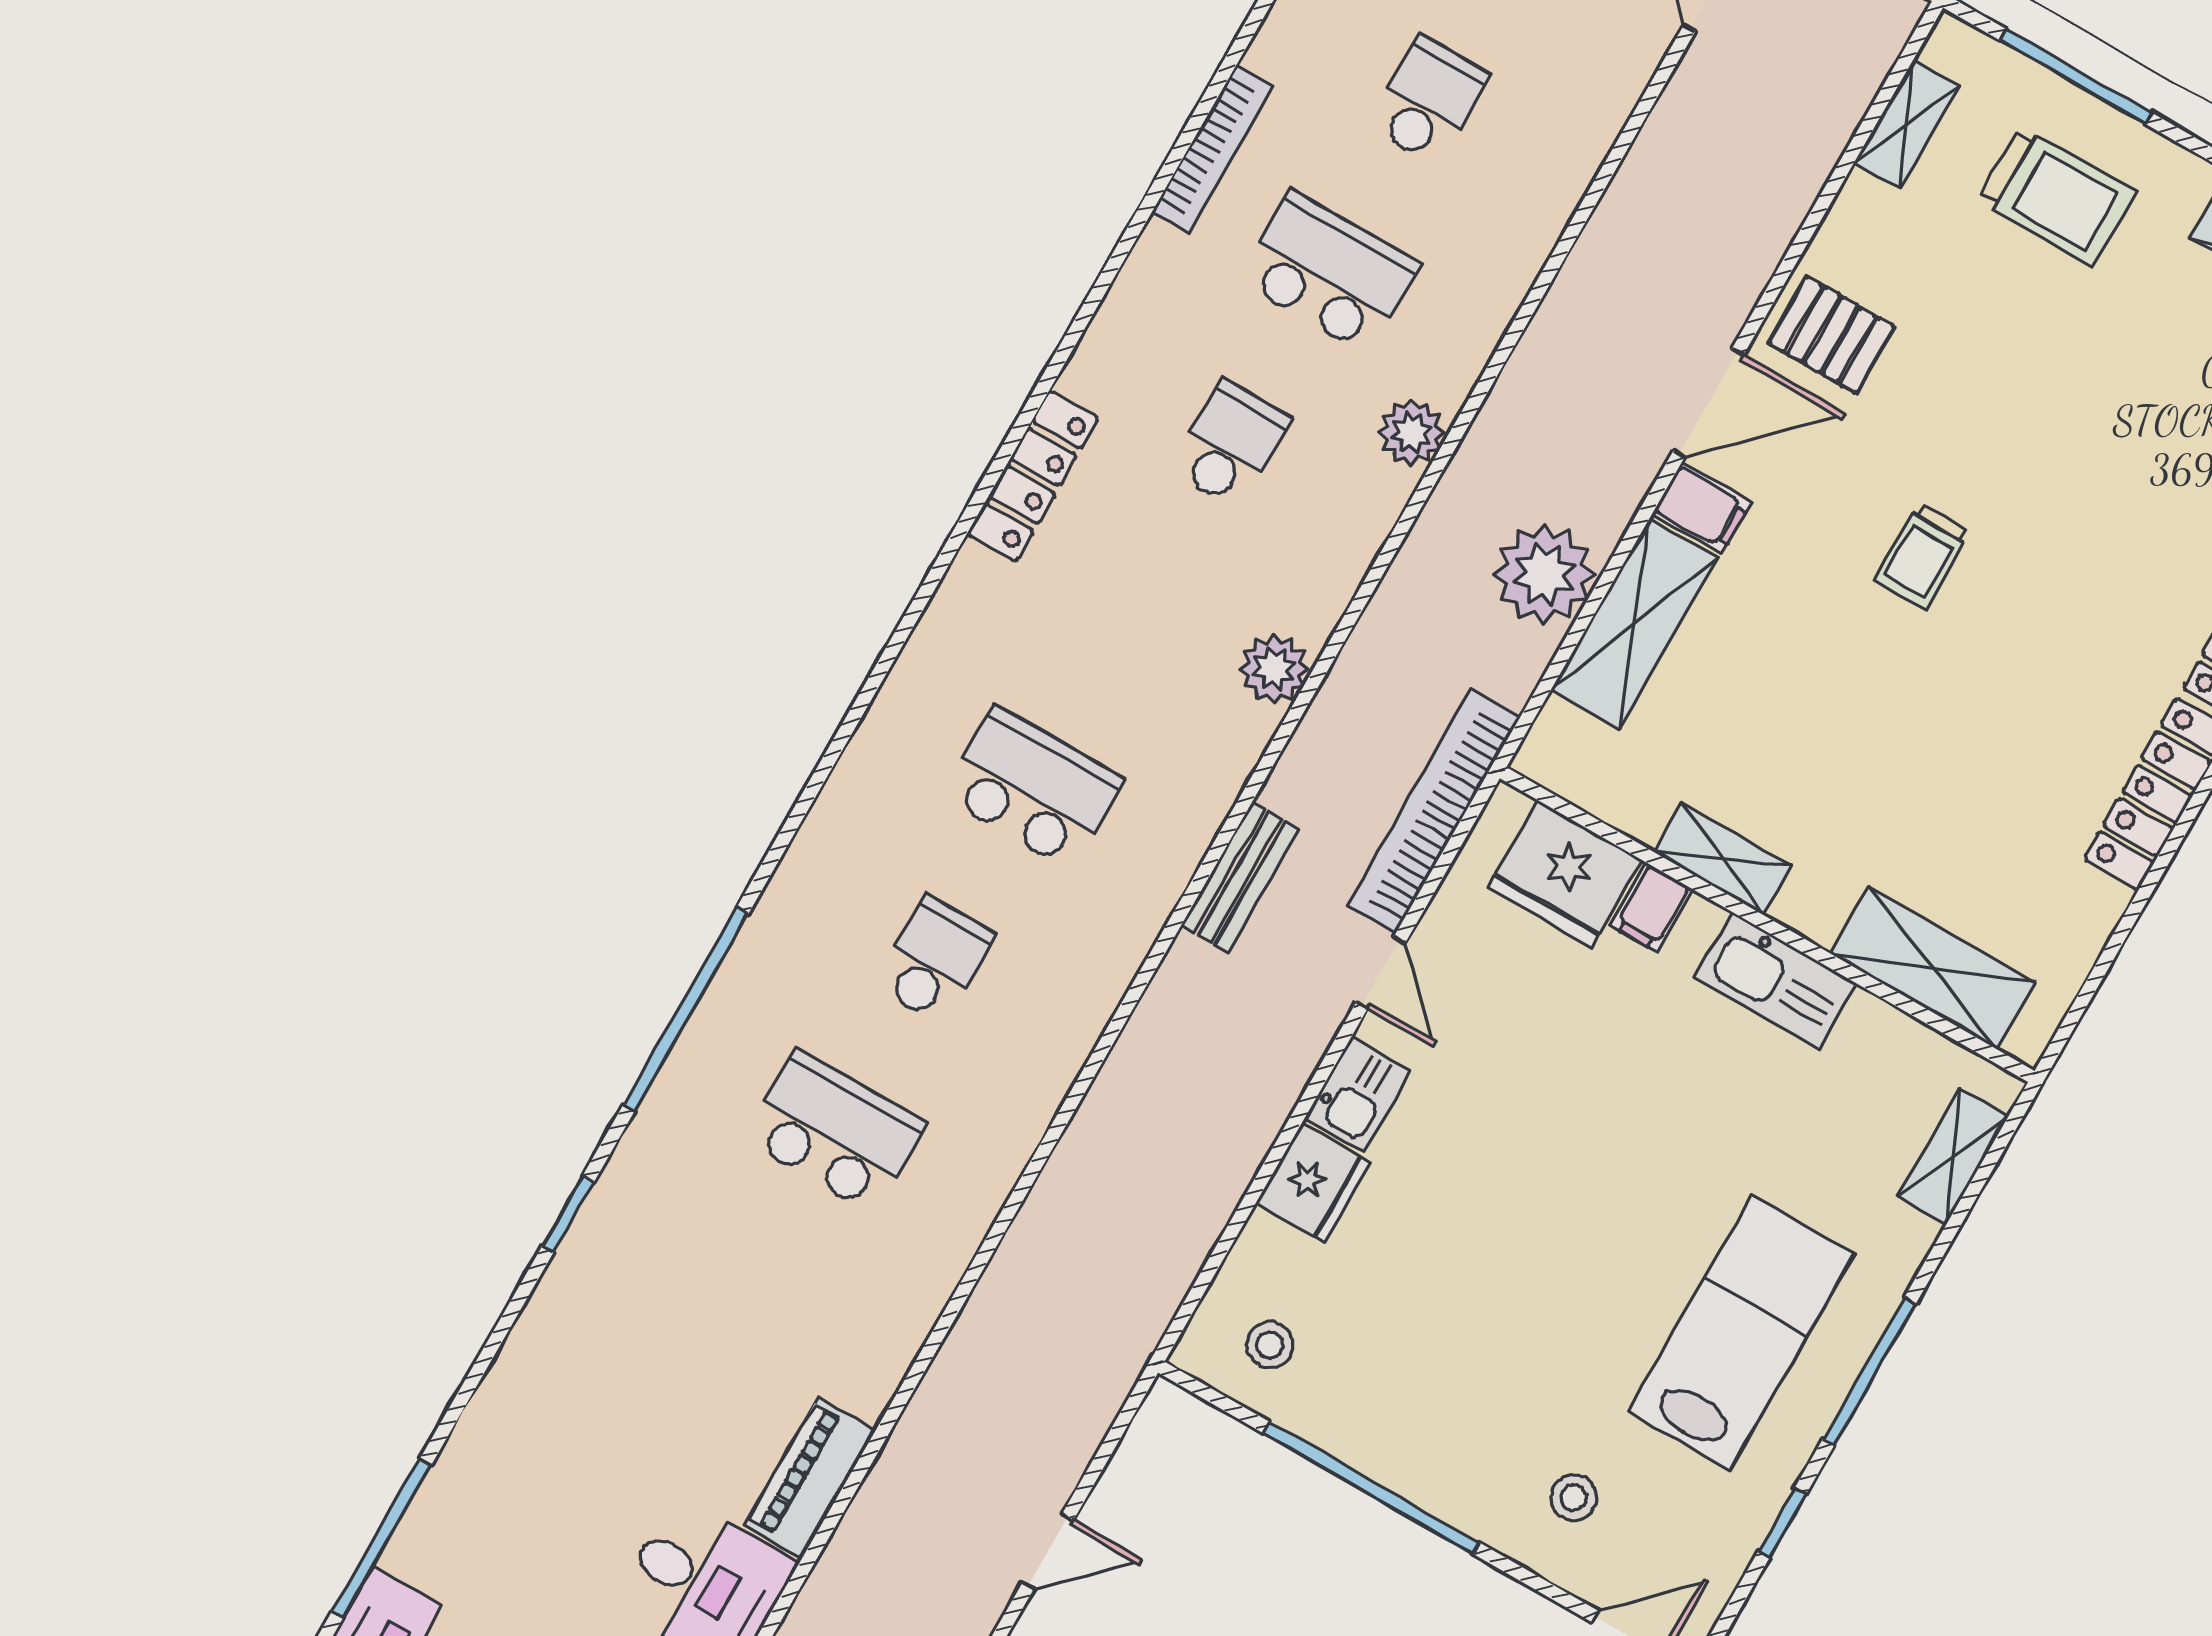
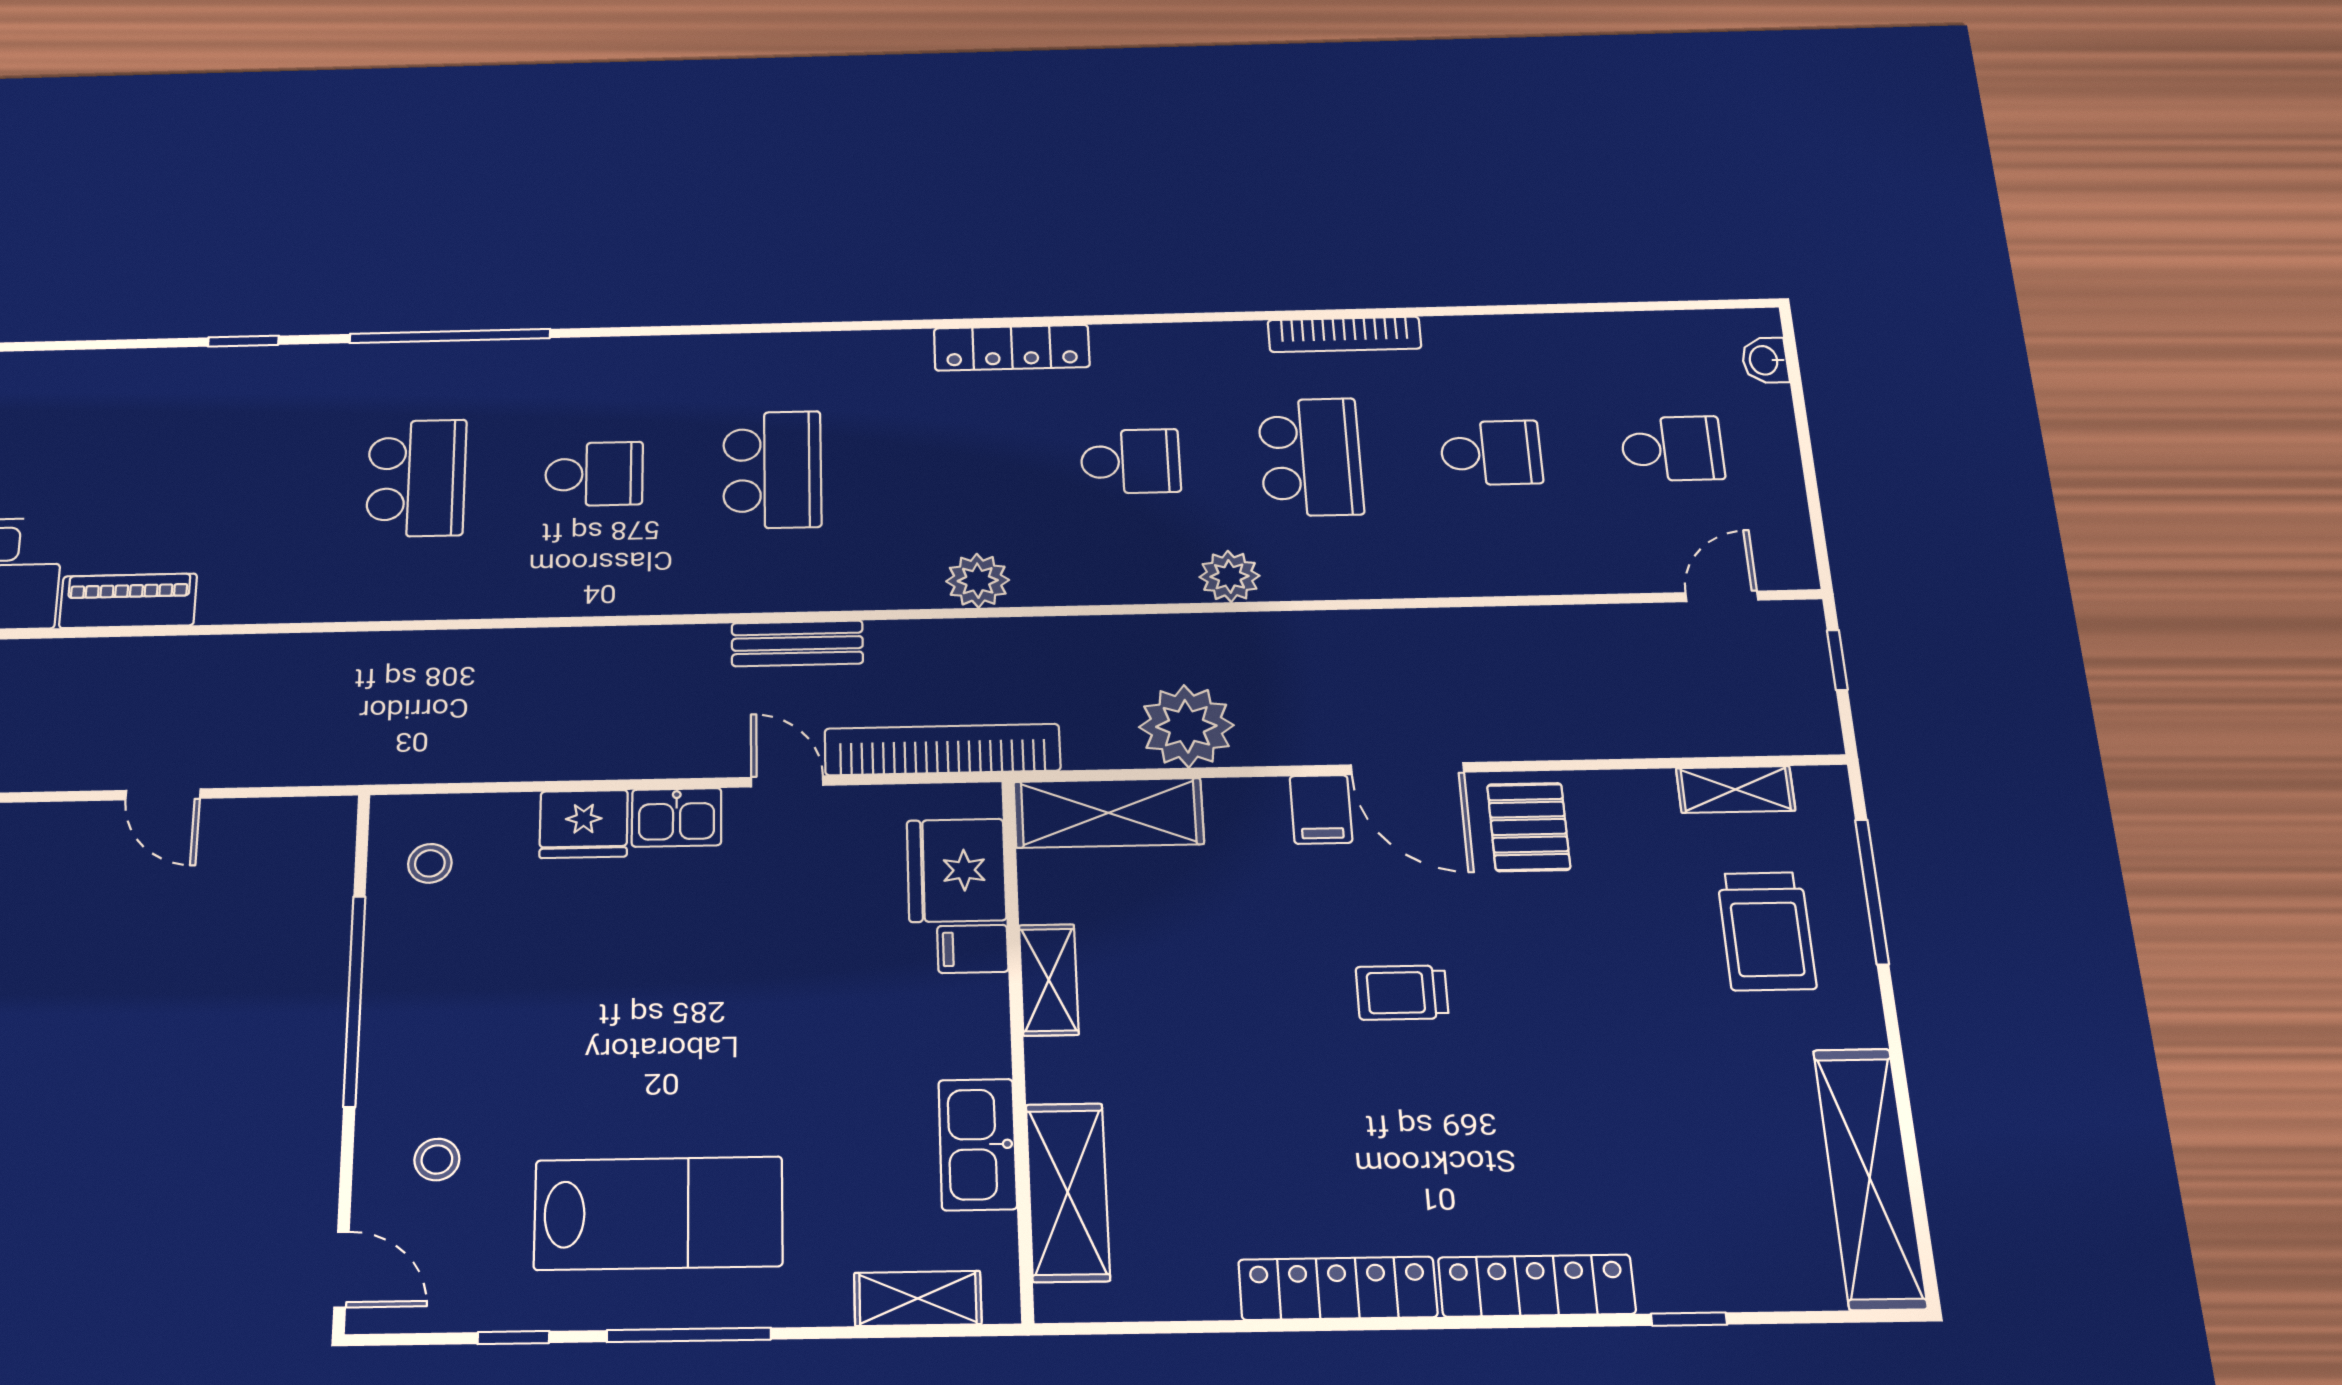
shelving: (1634, 624) -> (1108, 813), moved
door: (1381, 972) -> (787, 781), swing flipped
kitchen sink: (1776, 980) -> (978, 1144), moved

